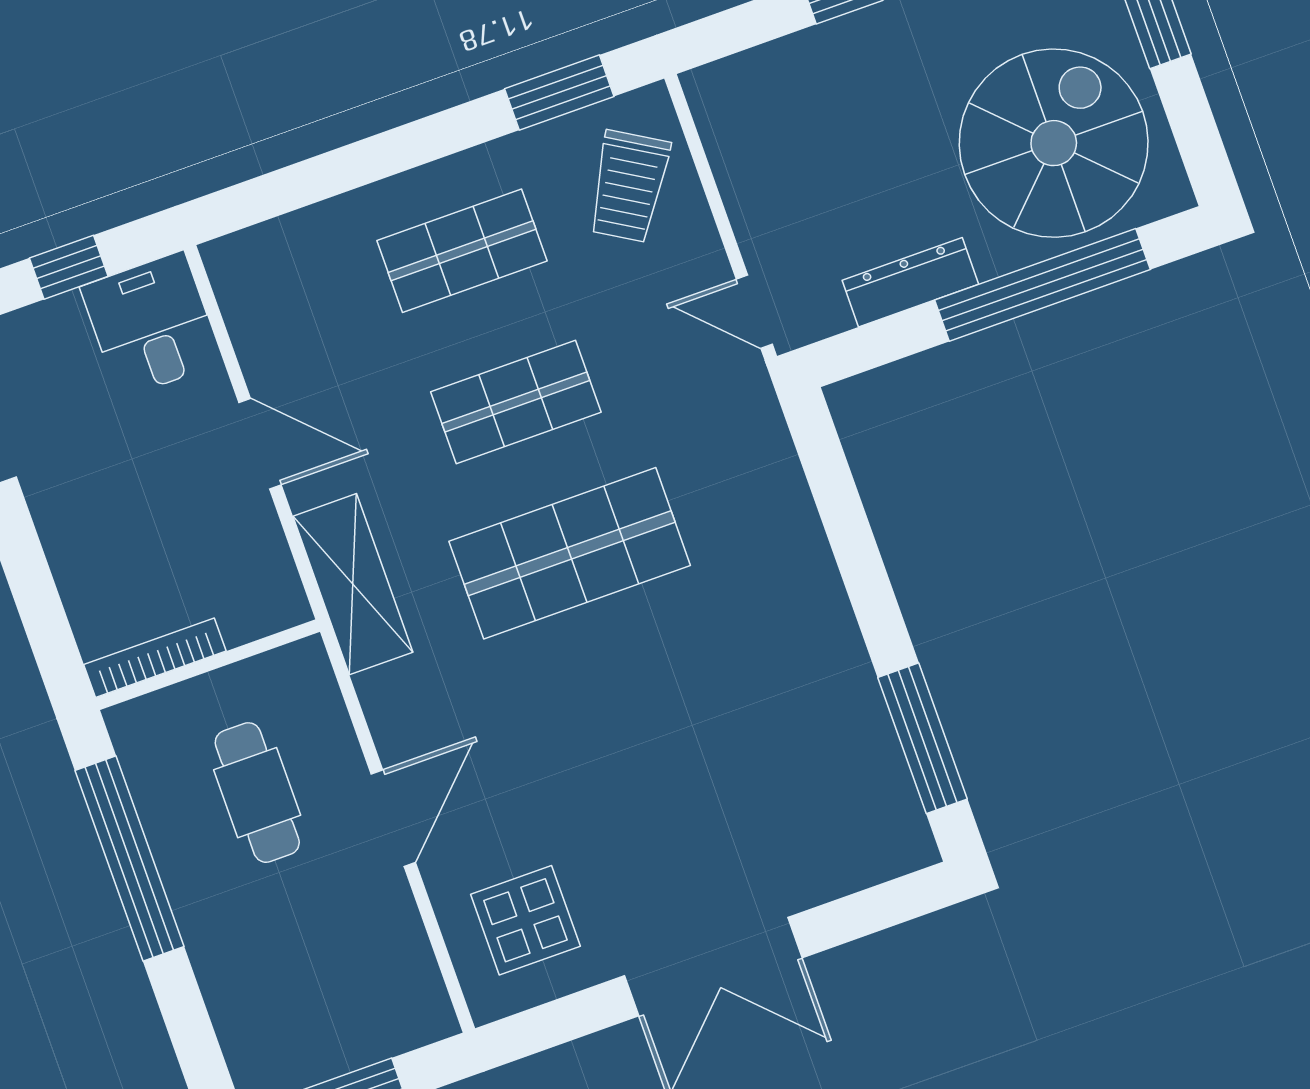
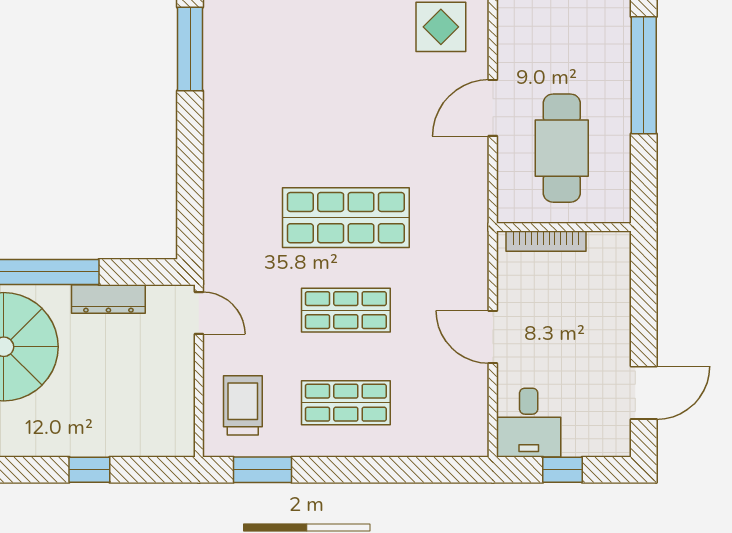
trolley: (629, 186) -> (243, 405), turned -31
shelving: (353, 584) -> (470, 243), removed
bookcase: (155, 658) -> (546, 241), moved
cafe table: (257, 793) -> (562, 148), width x1.37, depth x1.35
window: (129, 859) -> (644, 75), moved

